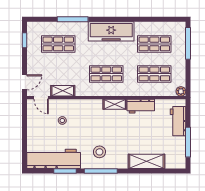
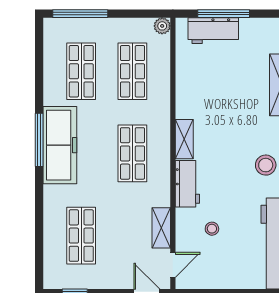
window: (73, 19) -> (39, 140), moved
workbench: (141, 106) -> (187, 184), moved
window: (188, 142) -> (224, 14), moved

